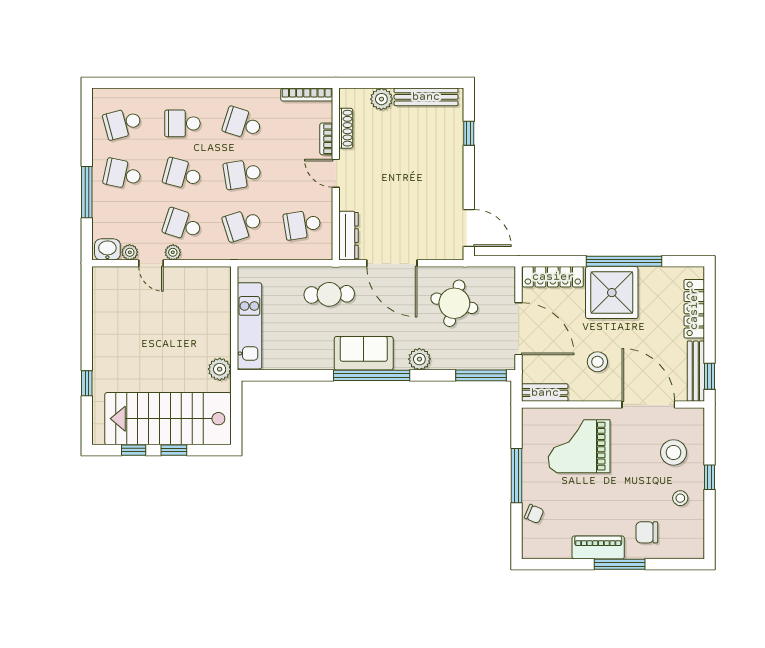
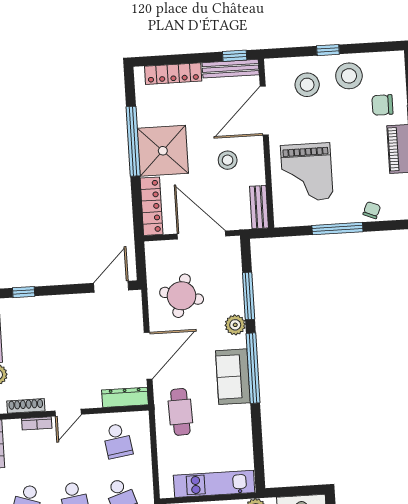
door: (519, 329) -> (201, 235), hinge flipped
window: (481, 375) -> (249, 296), moved
stool: (680, 498) -> (349, 76), width x1.89, depth x1.89
chair: (647, 532) -> (382, 105), turned 90

